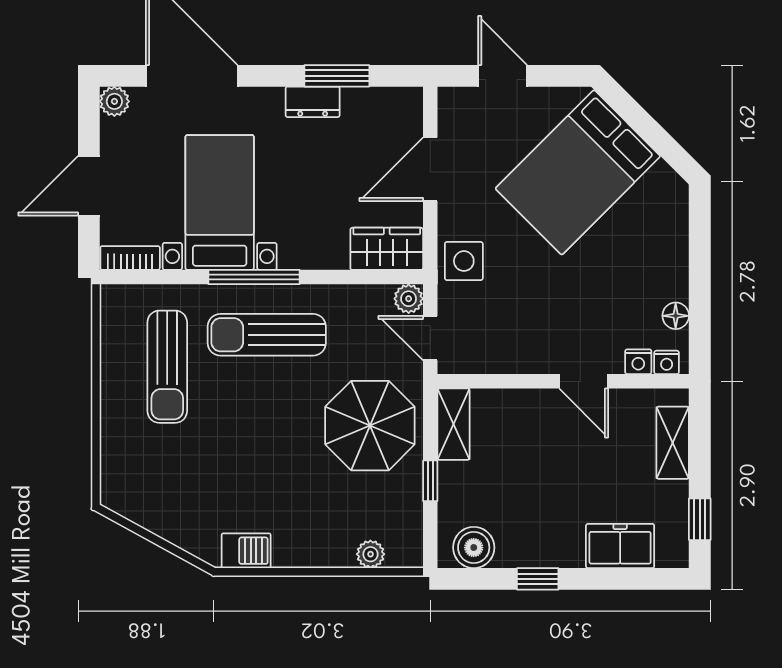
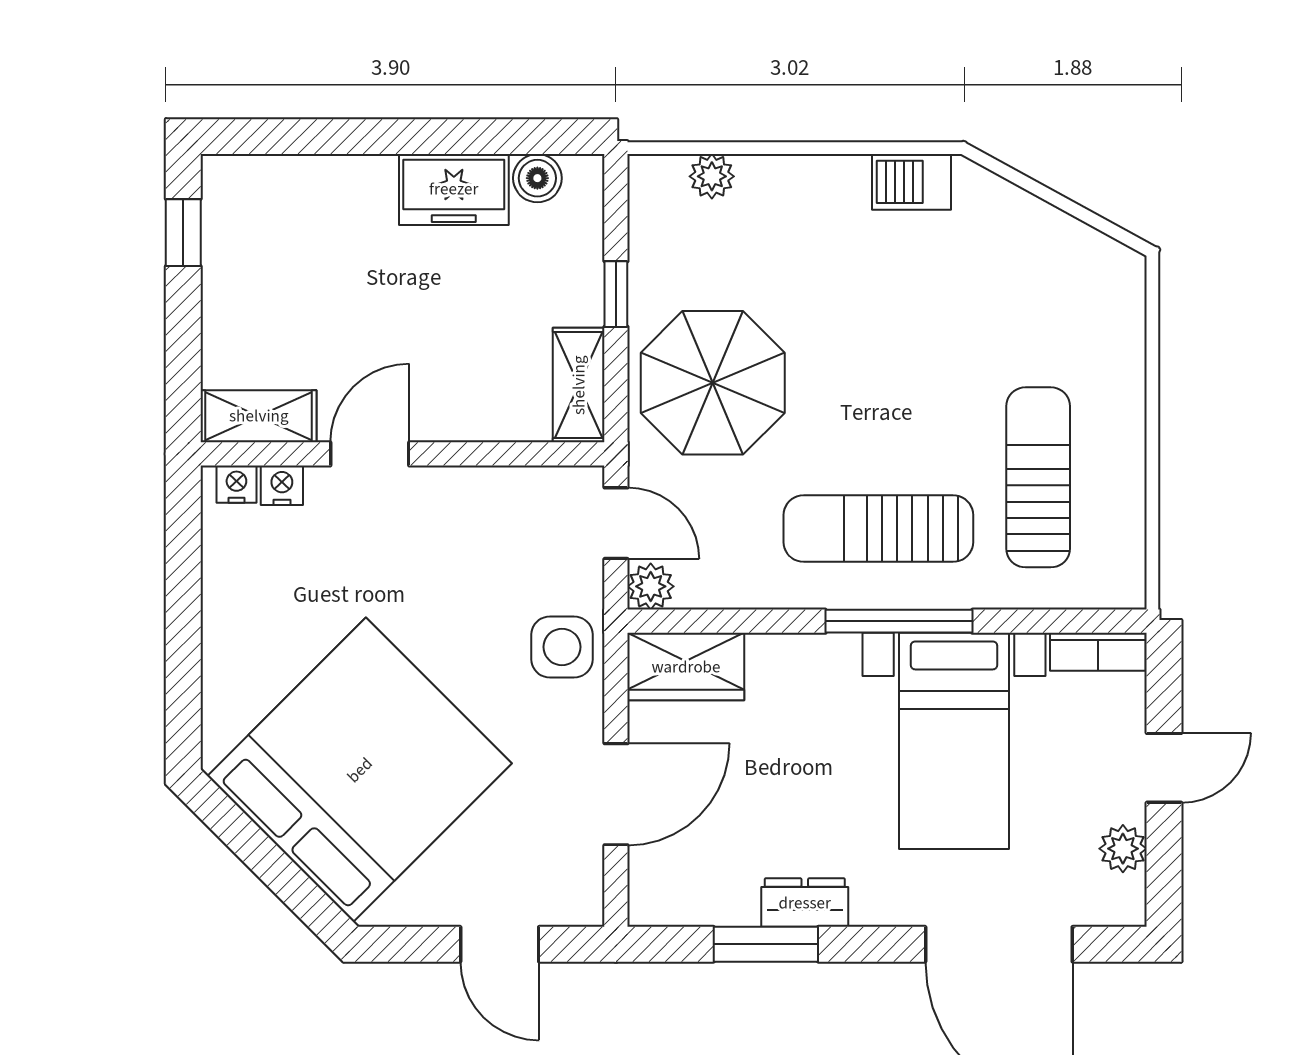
plant: (114, 101) -> (1123, 849), moved
bed: (578, 172) -> (360, 770), width x1.36
door: (89, 186) -> (1164, 768), width x0.73
floor lamp: (676, 316) -> (222, 559), removed
sun lounger: (267, 335) -> (878, 529), turned 180
door: (584, 381) -> (370, 454), hinge flipped
shelving: (673, 443) -> (259, 416), moved, turned 90
freezer: (620, 546) -> (454, 189), moved
boiler: (474, 548) -> (537, 178), width x0.73, depth x0.73
window: (538, 579) -> (443, 137), removed

